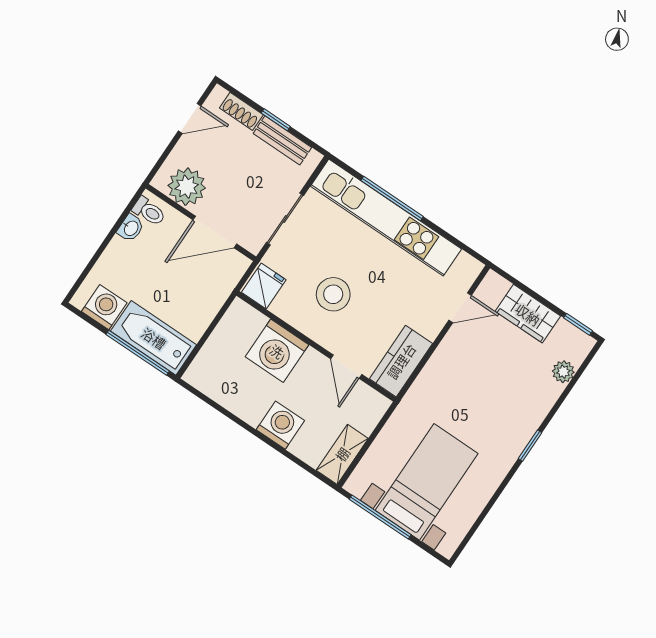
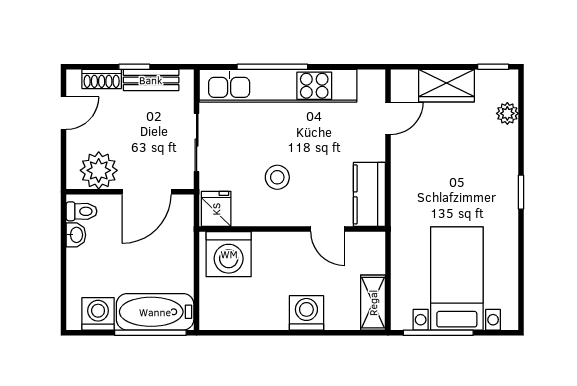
stool: (333, 294) -> (277, 177), width x0.73, depth x0.73
washing machine: (277, 351) -> (229, 254), moved

